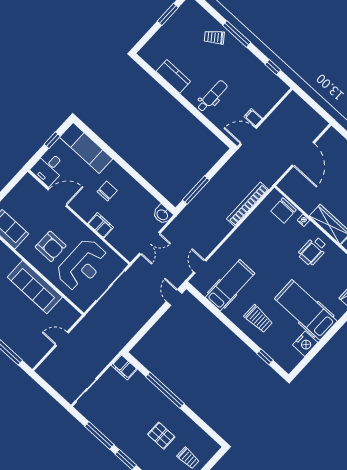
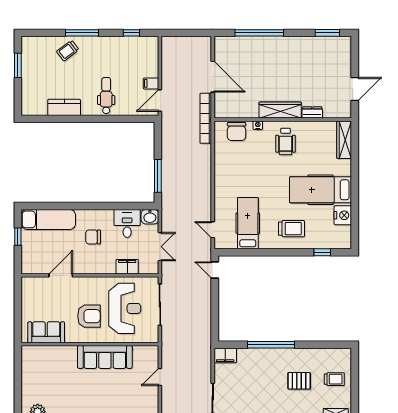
desk: (48, 168) -> (127, 223), moved, turned 180
chair: (107, 191) -> (93, 237), turned -90
bookcase: (248, 204) -> (206, 118), moved
filing cabinet: (101, 225) -> (127, 267), moved

